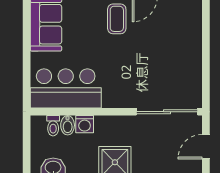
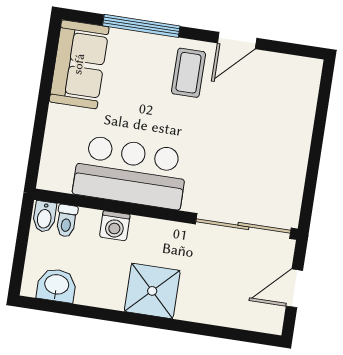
bar counter: (66, 88) -> (130, 172), moved
bidet: (68, 125) -> (44, 217), moved

